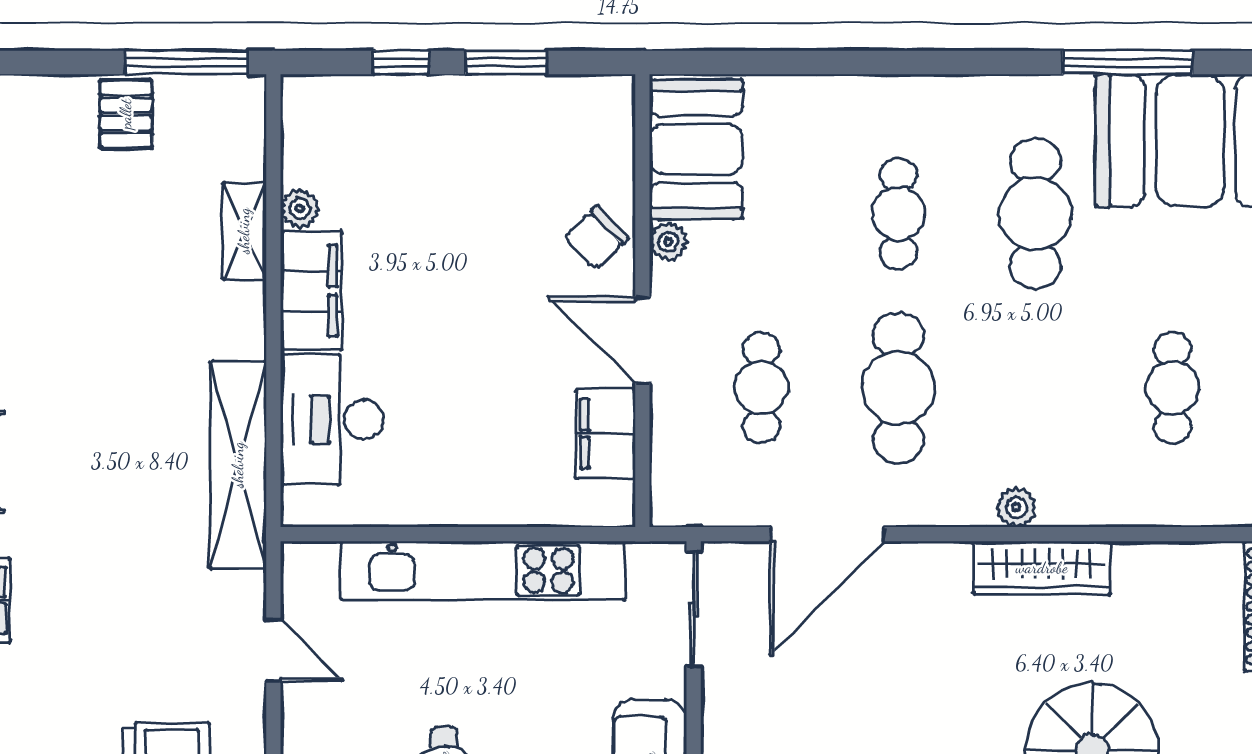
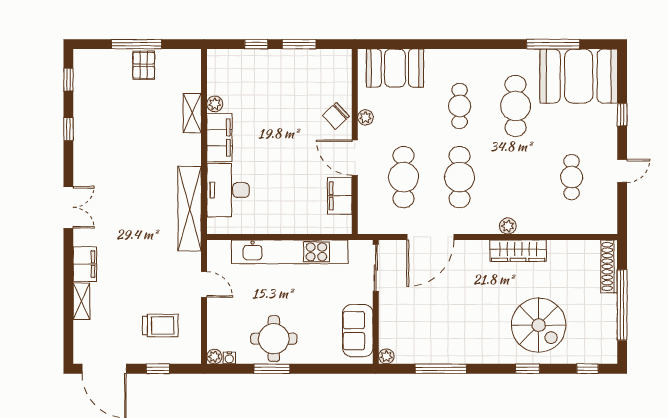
window: (186, 62) -> (137, 44), moved
booth: (696, 149) -> (395, 68), moved, turned 90
cafe table: (761, 388) -> (404, 177), width x1.37, depth x1.35

